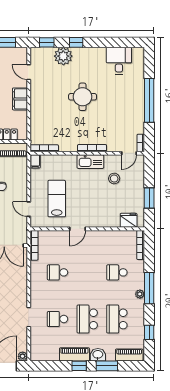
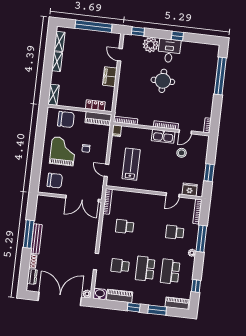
window: (76, 42) -> (177, 36), moved
desk: (119, 61) -> (169, 51), moved
window: (149, 100) -> (220, 76), moved
door: (129, 153) -> (185, 132), moved
door: (78, 229) -> (173, 195), moved
window: (149, 288) -> (201, 239), moved
piano: (74, 354) -> (120, 296), moved
washbasin: (98, 355) -> (100, 294), moved

